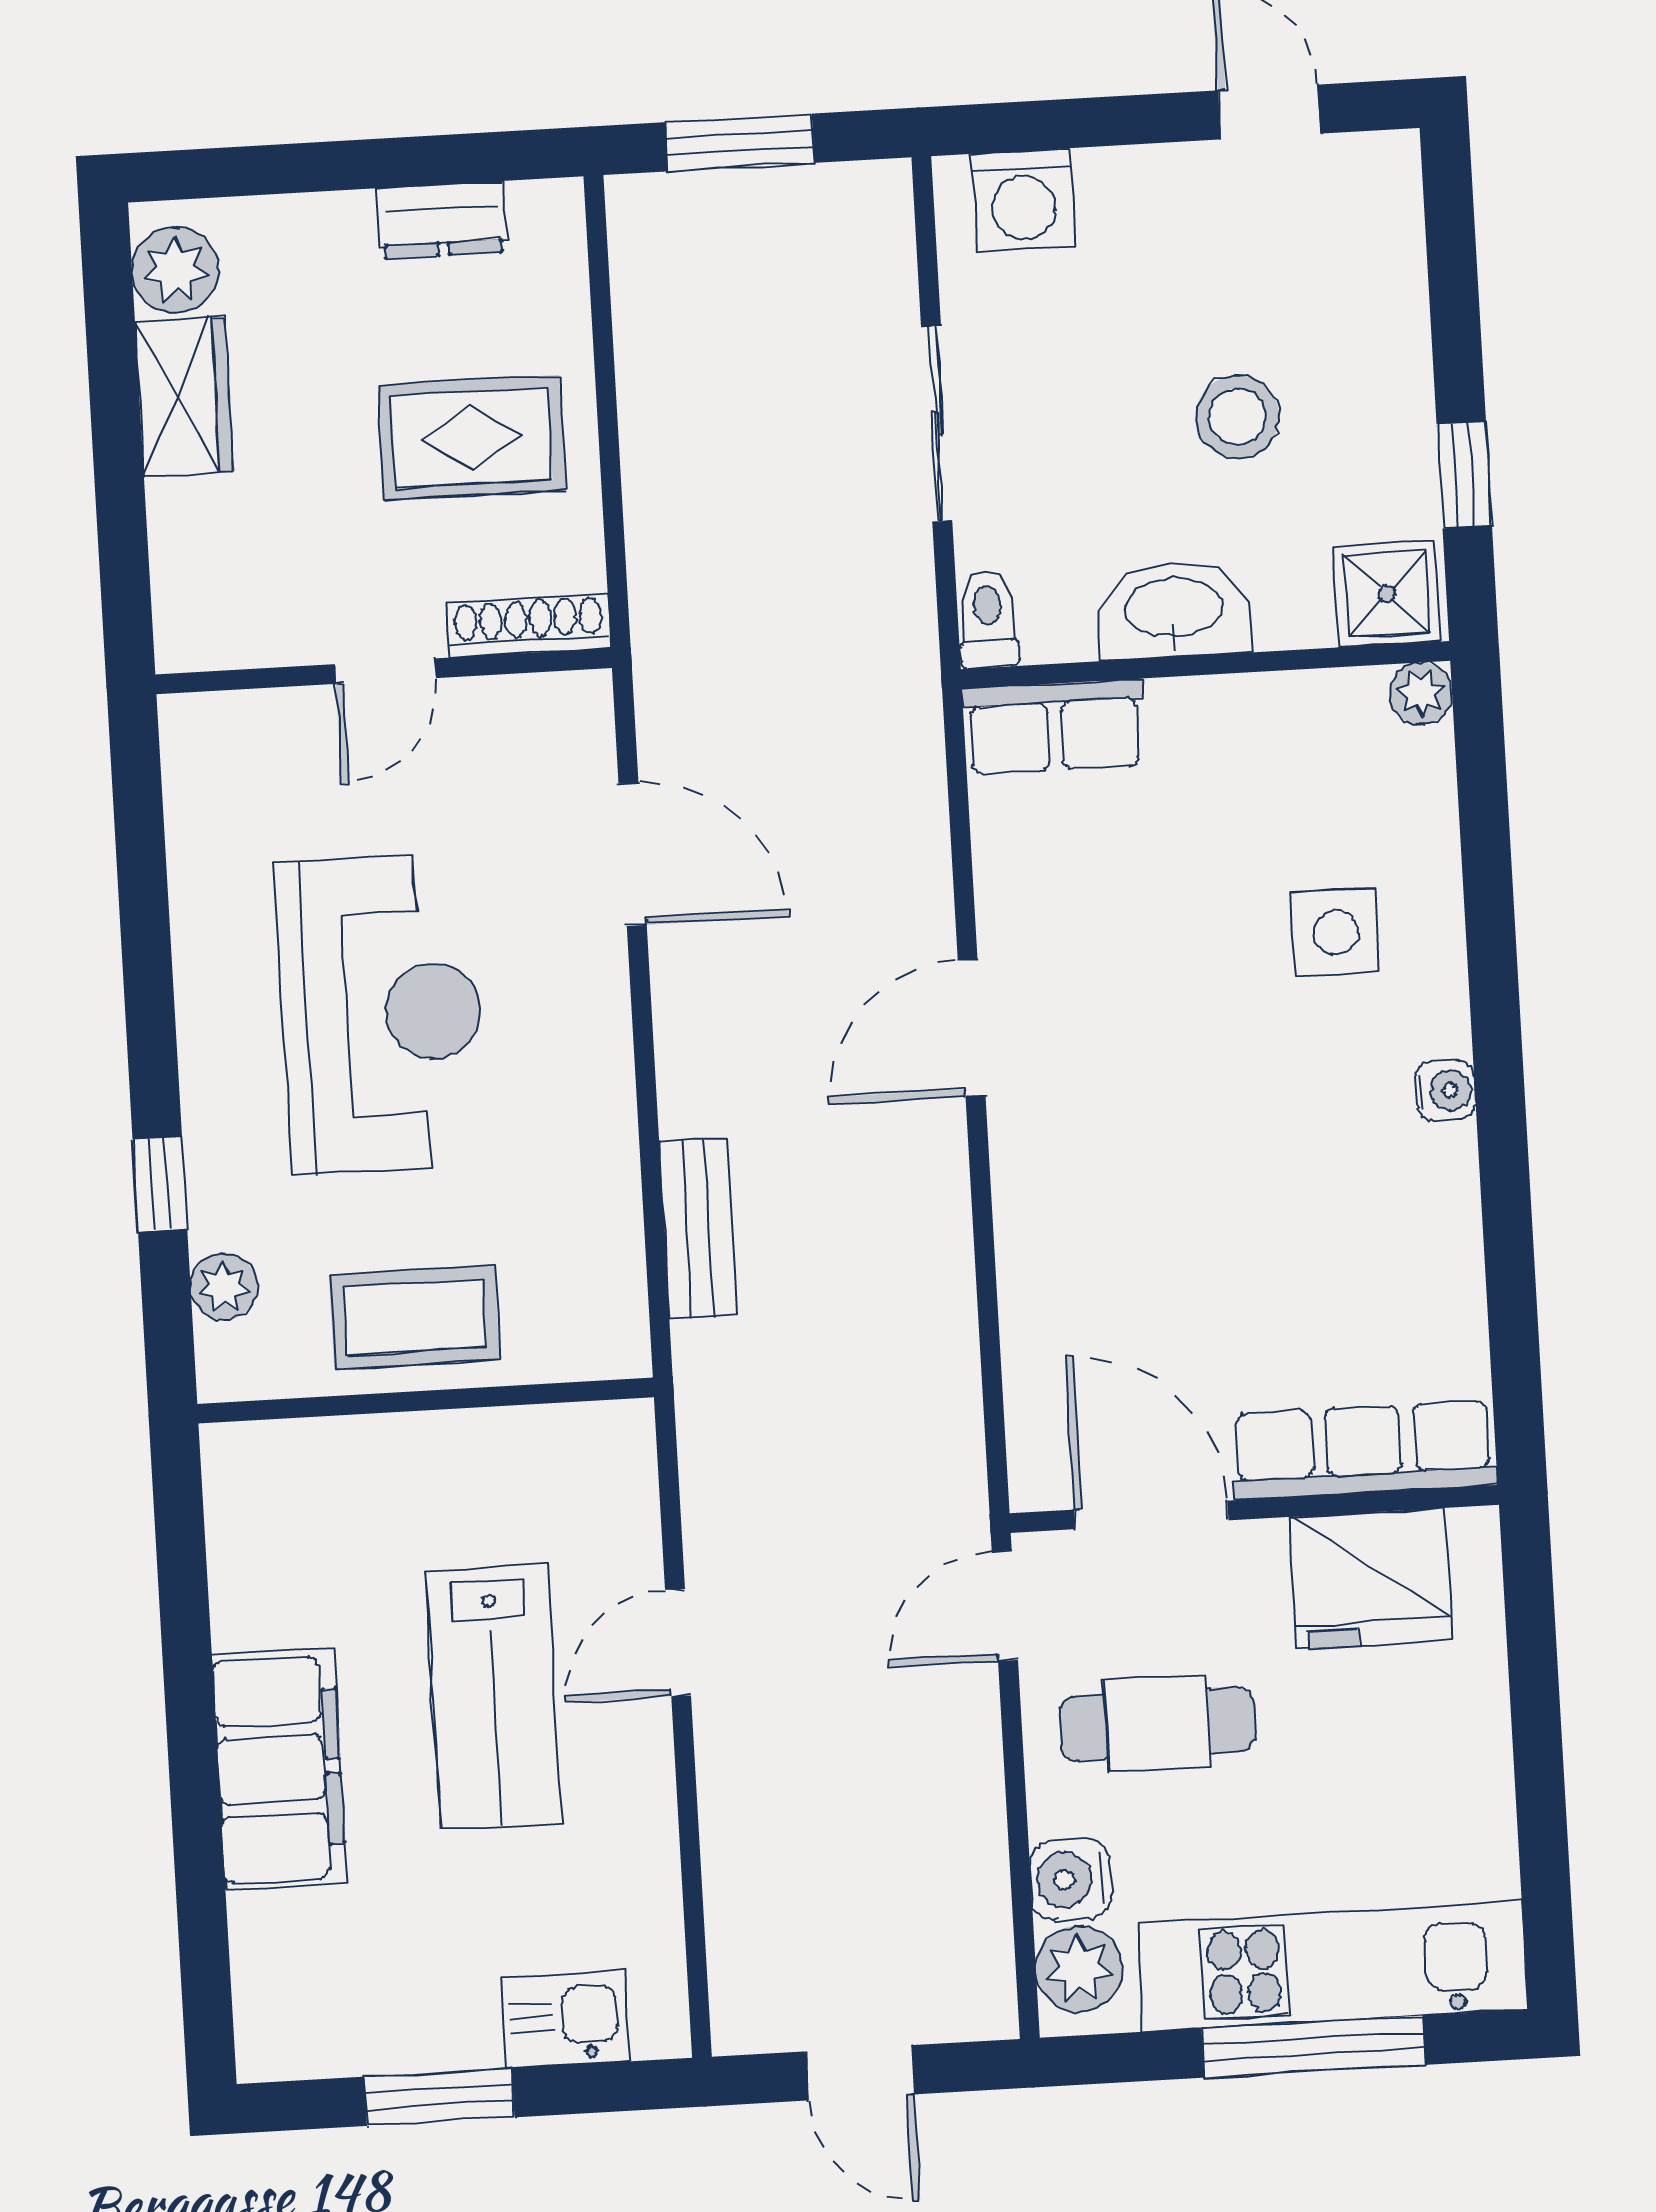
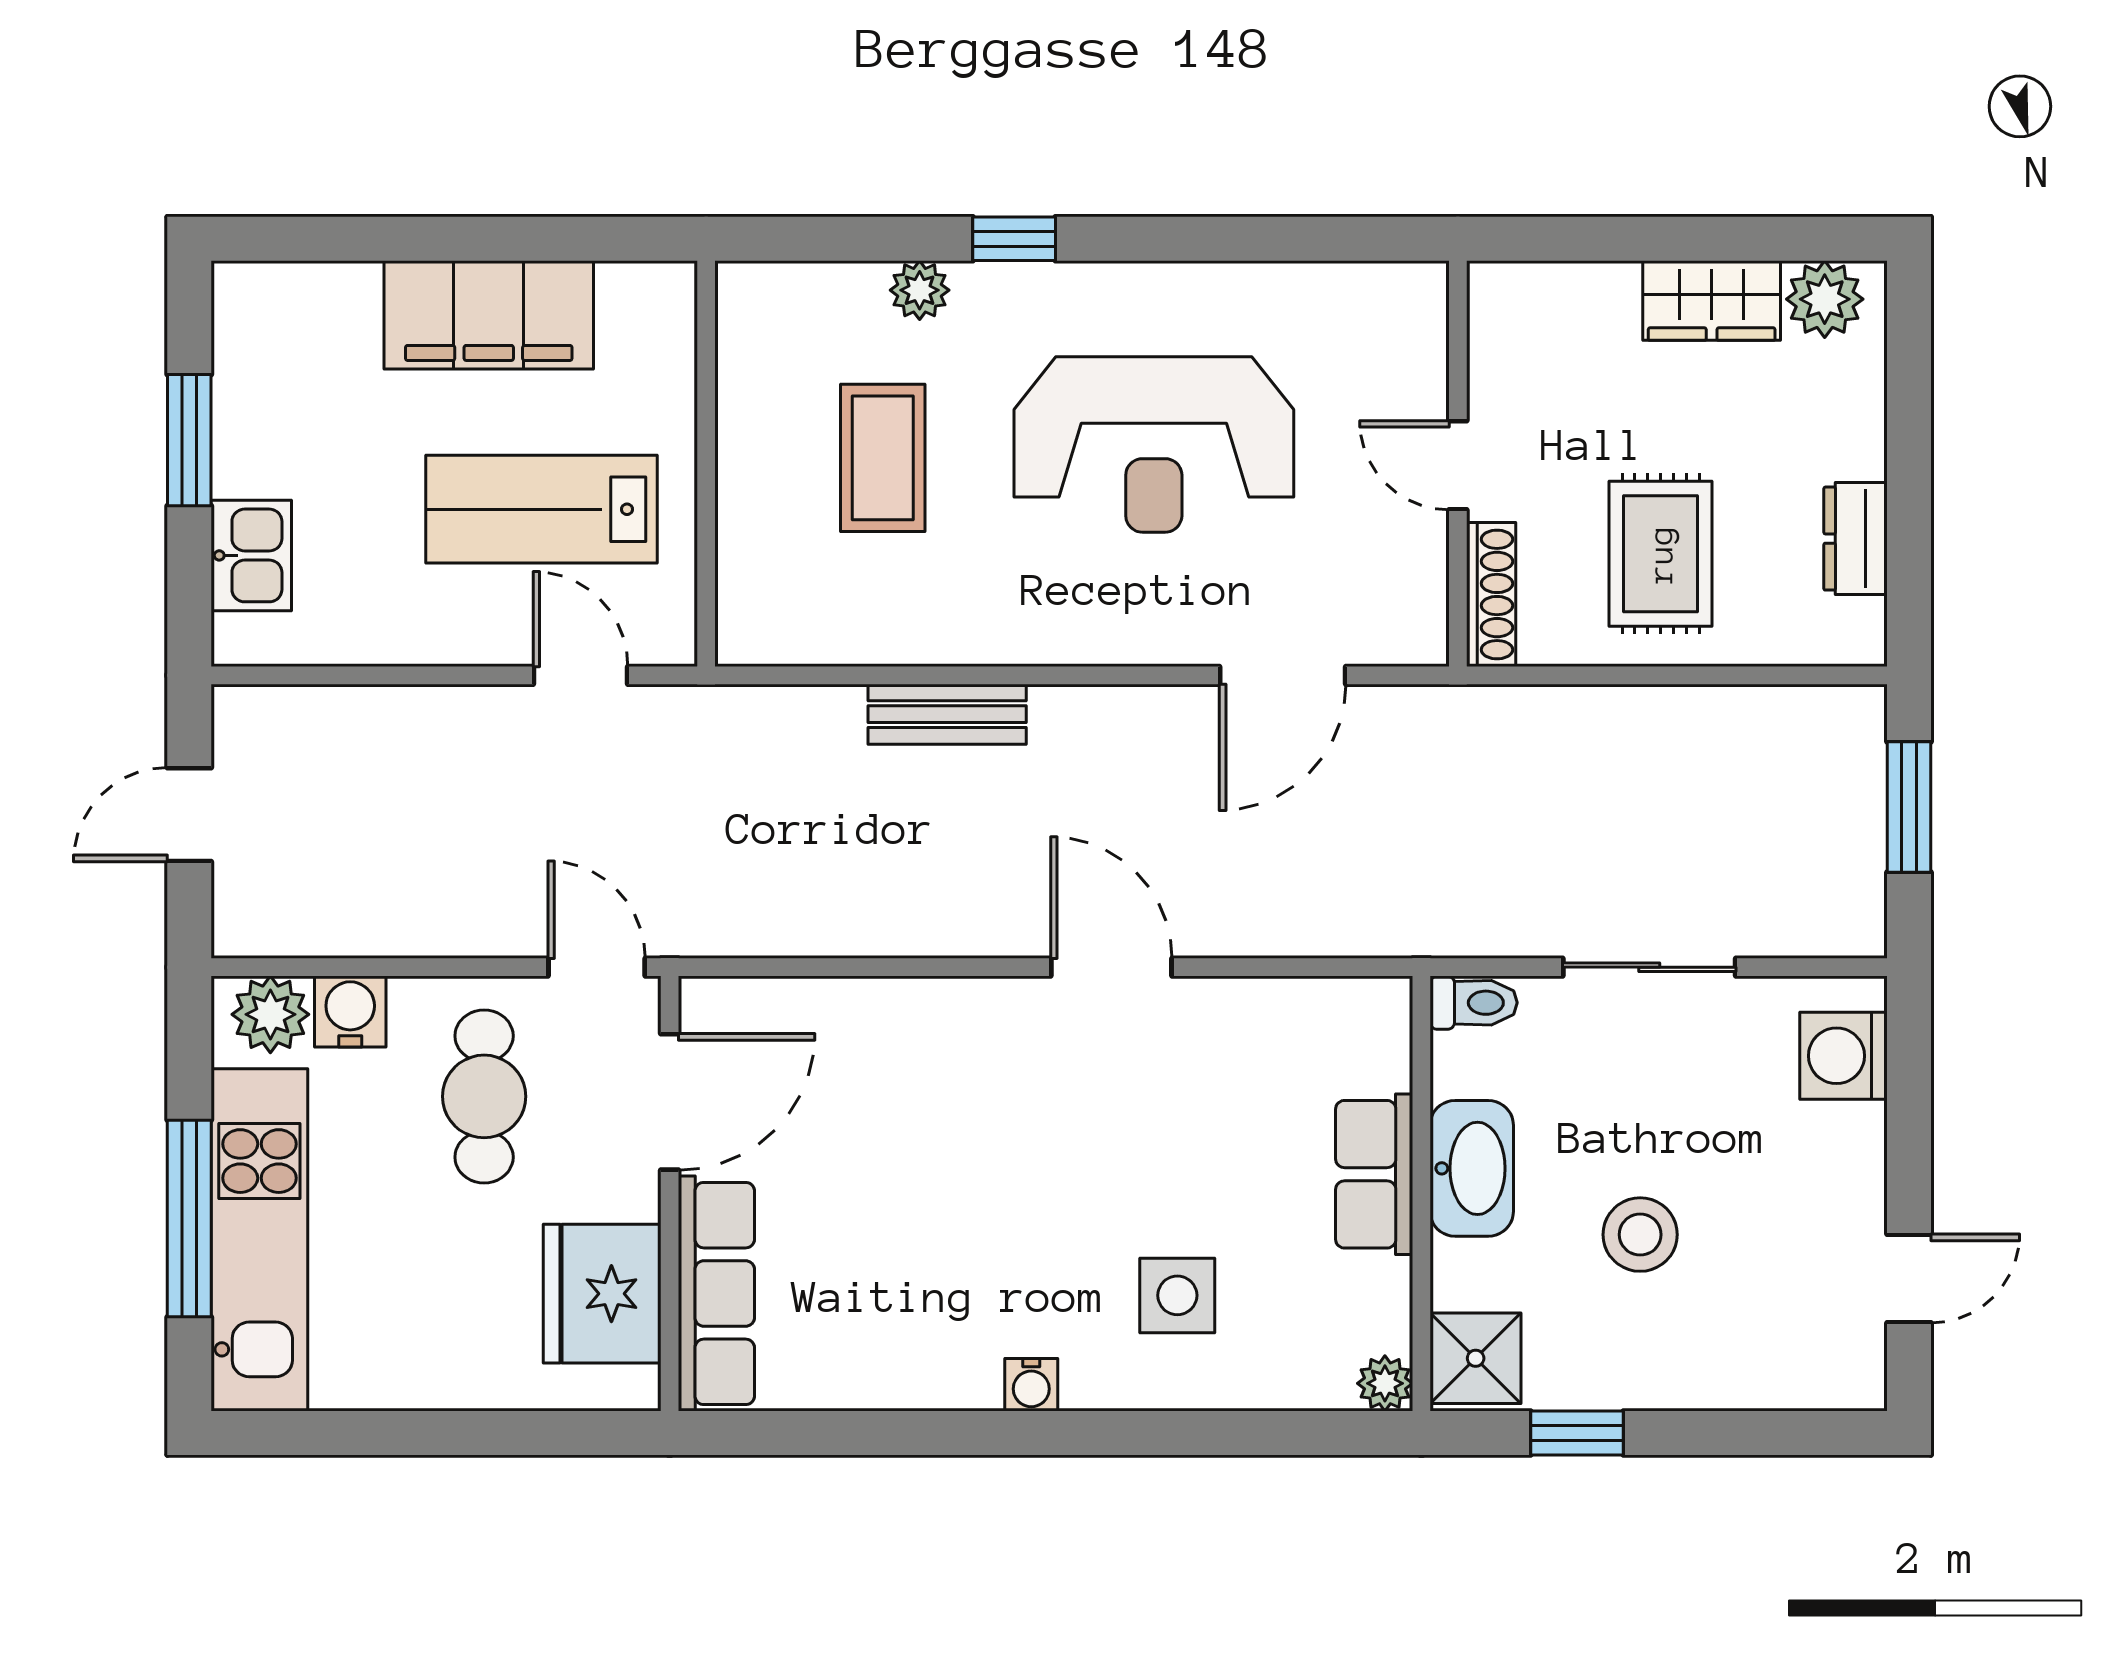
row of seats: (1055, 727) -> (1374, 1174), moved
wall: (426, 1401) -> (706, 464), moved

